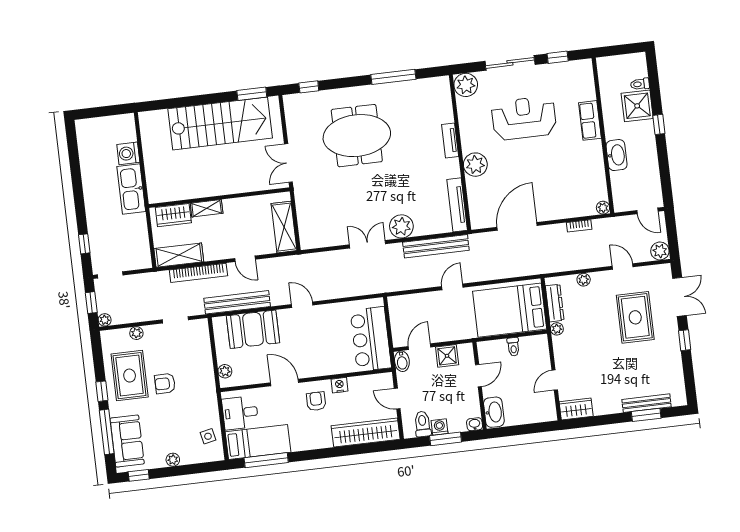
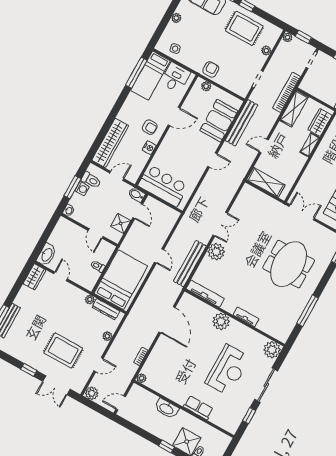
bookcase: (198, 273) -> (286, 92), moved
armchair: (165, 384) -> (211, 69), moved
washbasin: (494, 412) -> (47, 255), moved, turned -90

